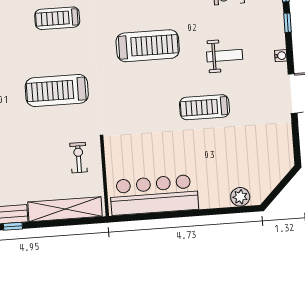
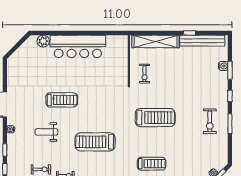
bar counter: (154, 195) -> (78, 46), moved

